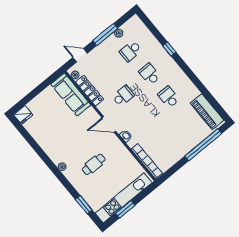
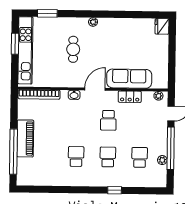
window: (105, 34) -> (171, 148), width x1.46
school desk: (150, 74) -> (108, 157), turned -90
locker: (90, 91) -> (130, 97), width x0.66
sofa: (71, 94) -> (129, 79), moved
school desk: (169, 97) -> (76, 156), turned -90
piano: (207, 112) -> (25, 138), moved, turned 90

